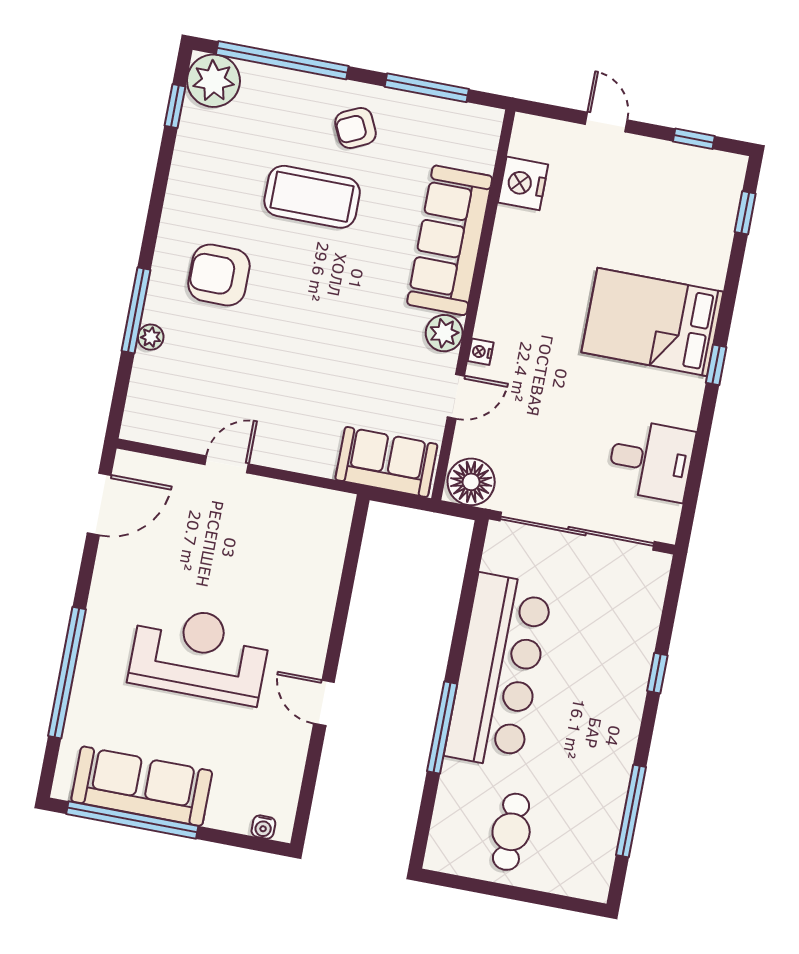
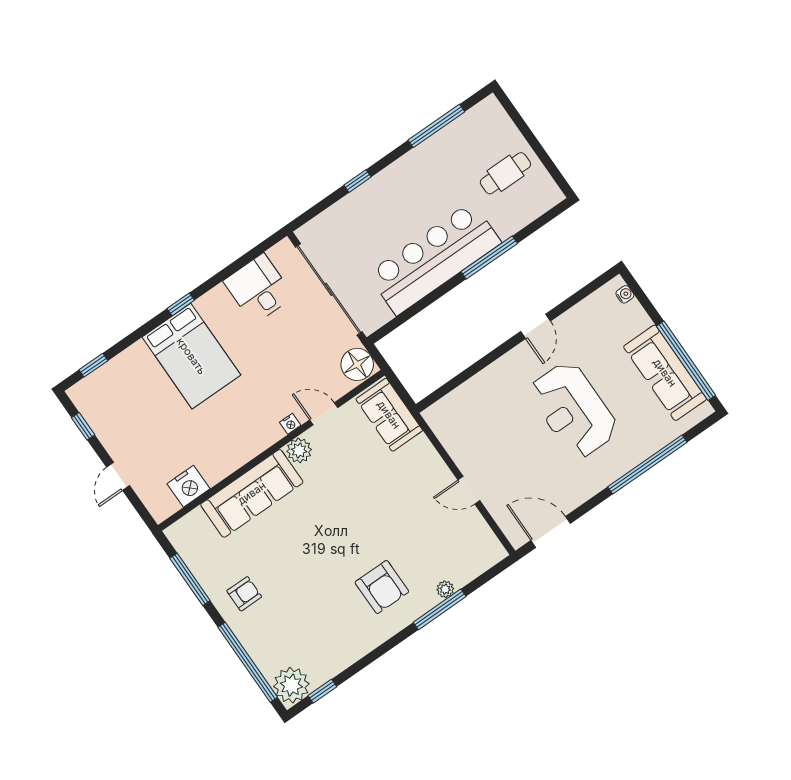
armchair: (356, 128) -> (244, 594), turned -65
coffee table: (312, 197) -> (299, 581), removed

